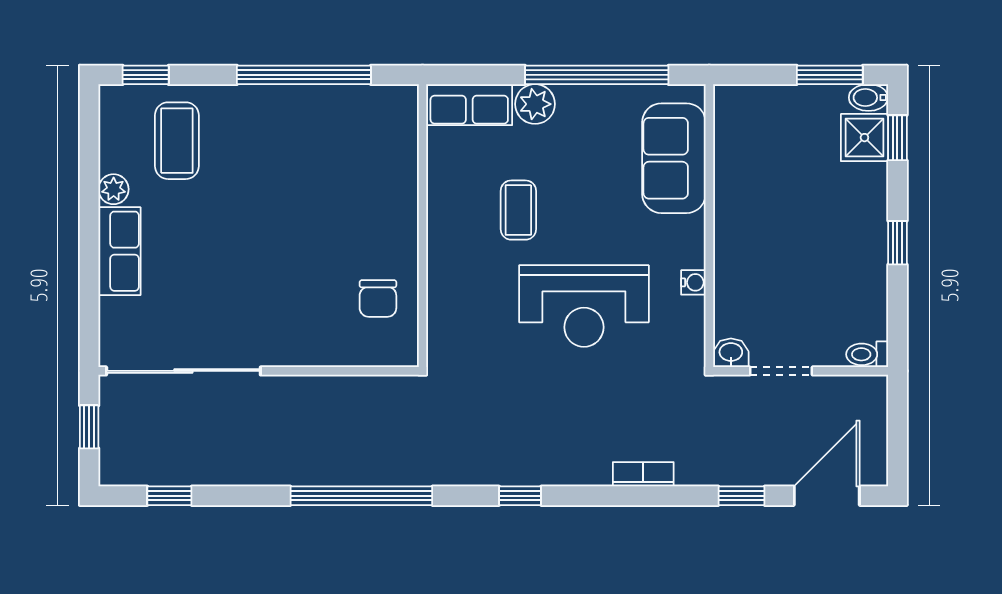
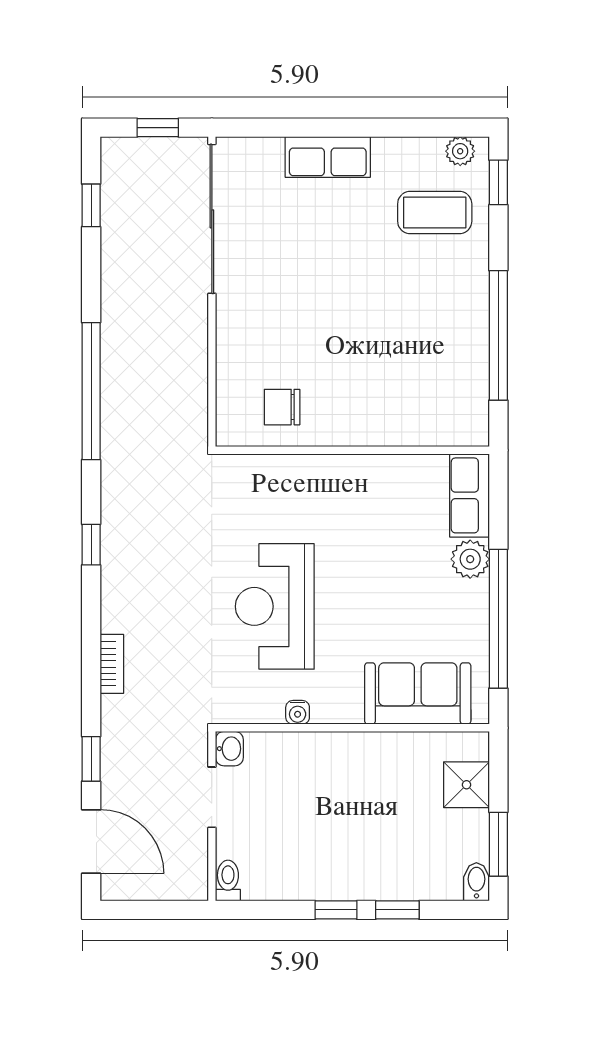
shower: (864, 138) -> (467, 785), moved
window: (897, 138) -> (397, 910), moved
plant: (114, 189) -> (460, 151), moved
coffee table: (518, 210) -> (368, 543), removed

